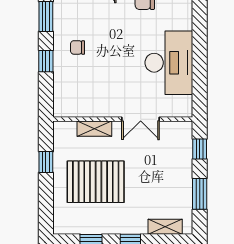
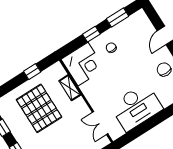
corner desk: (76, 94) -> (83, 64), added
double door: (141, 119) -> (100, 123), moved

